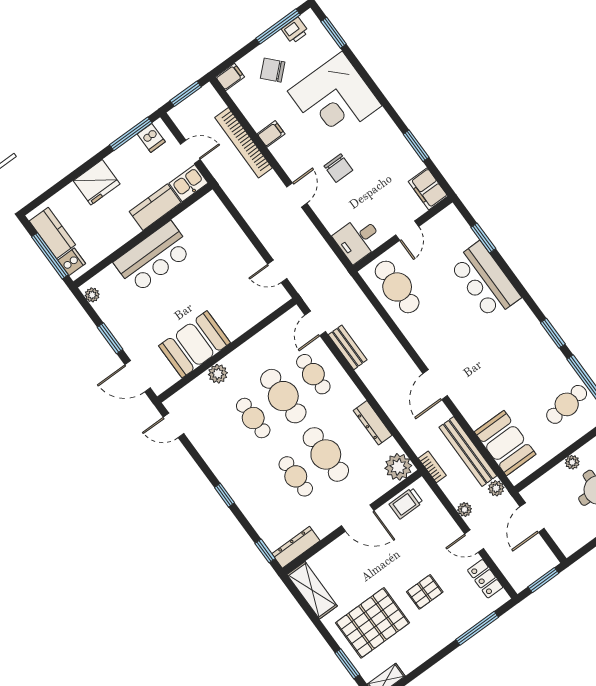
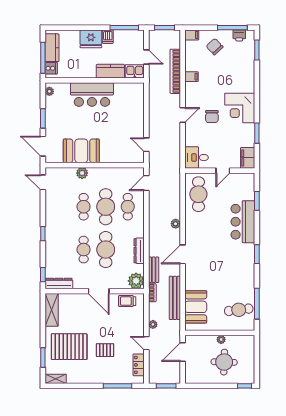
corner desk: (335, 98) -> (240, 108), moved, width x0.74, depth x0.74
dishwasher: (151, 138) -> (108, 37), moved
window: (553, 333) -> (257, 254), moved
bench: (348, 347) -> (154, 270), moved
plant: (496, 488) -> (176, 224), moved

